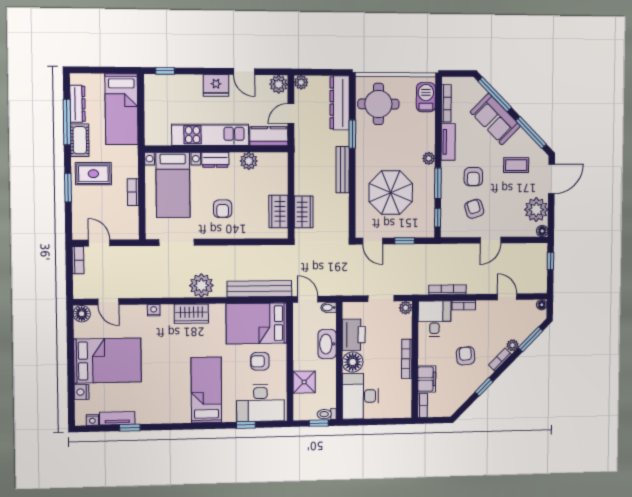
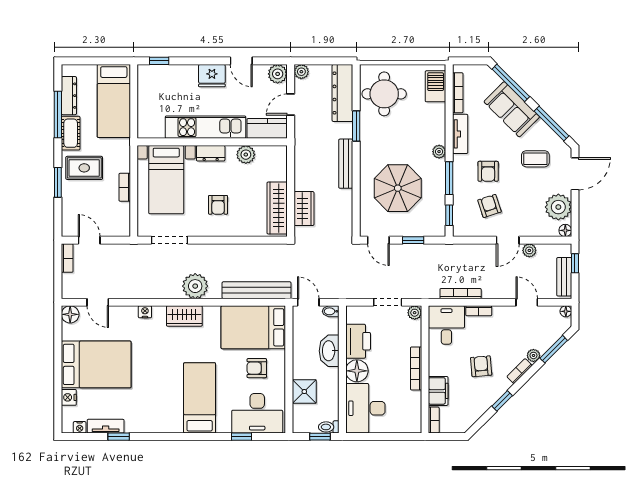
wardrobe: (278, 211) -> (277, 208), width x1.50
plant: (510, 250) -> (529, 250), added
bench: (541, 273) -> (564, 277), added

